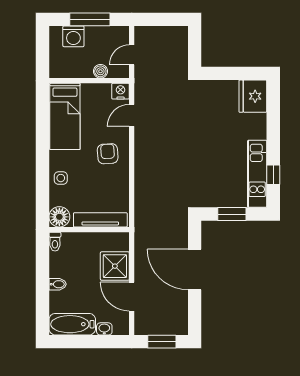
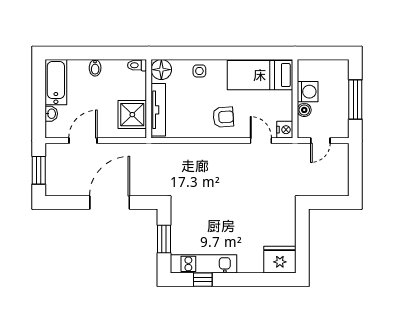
washing machine: (73, 36) -> (308, 92), moved, turned 180
door: (132, 55) -> (320, 141), swing flipped
shower: (115, 266) -> (132, 115), moved

